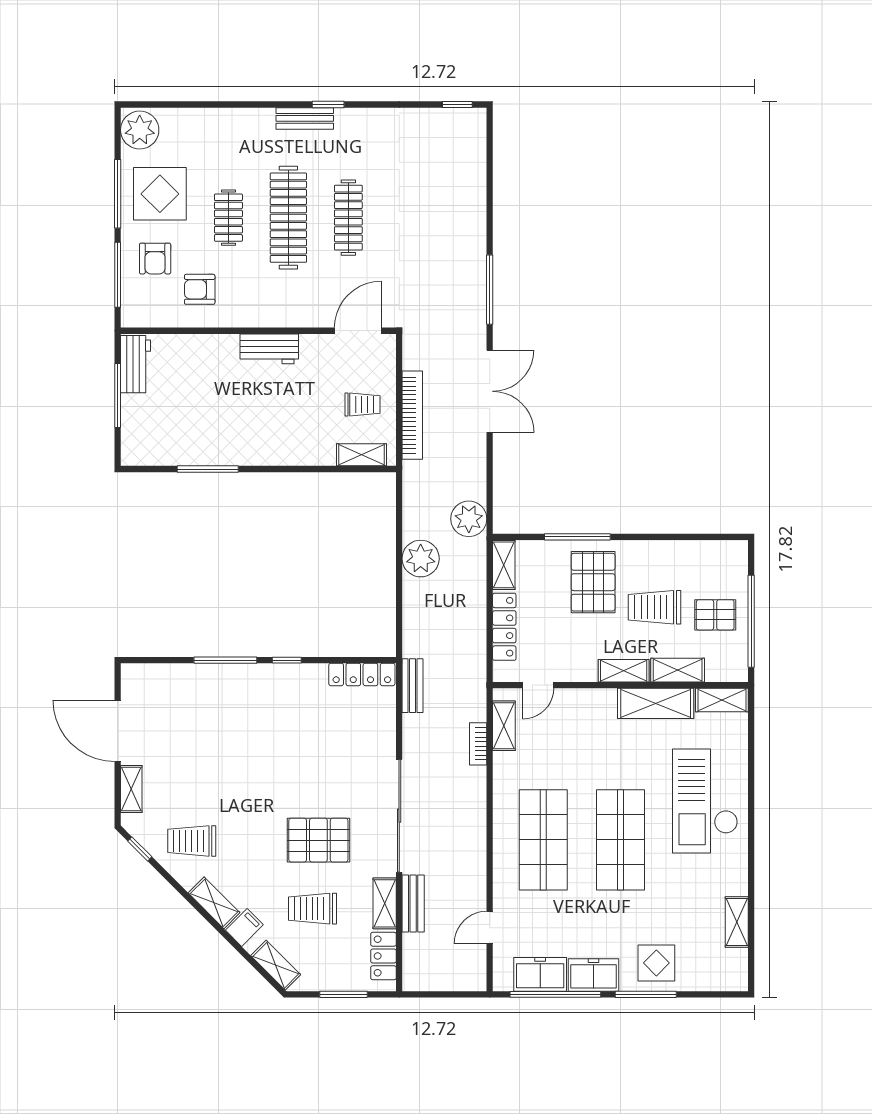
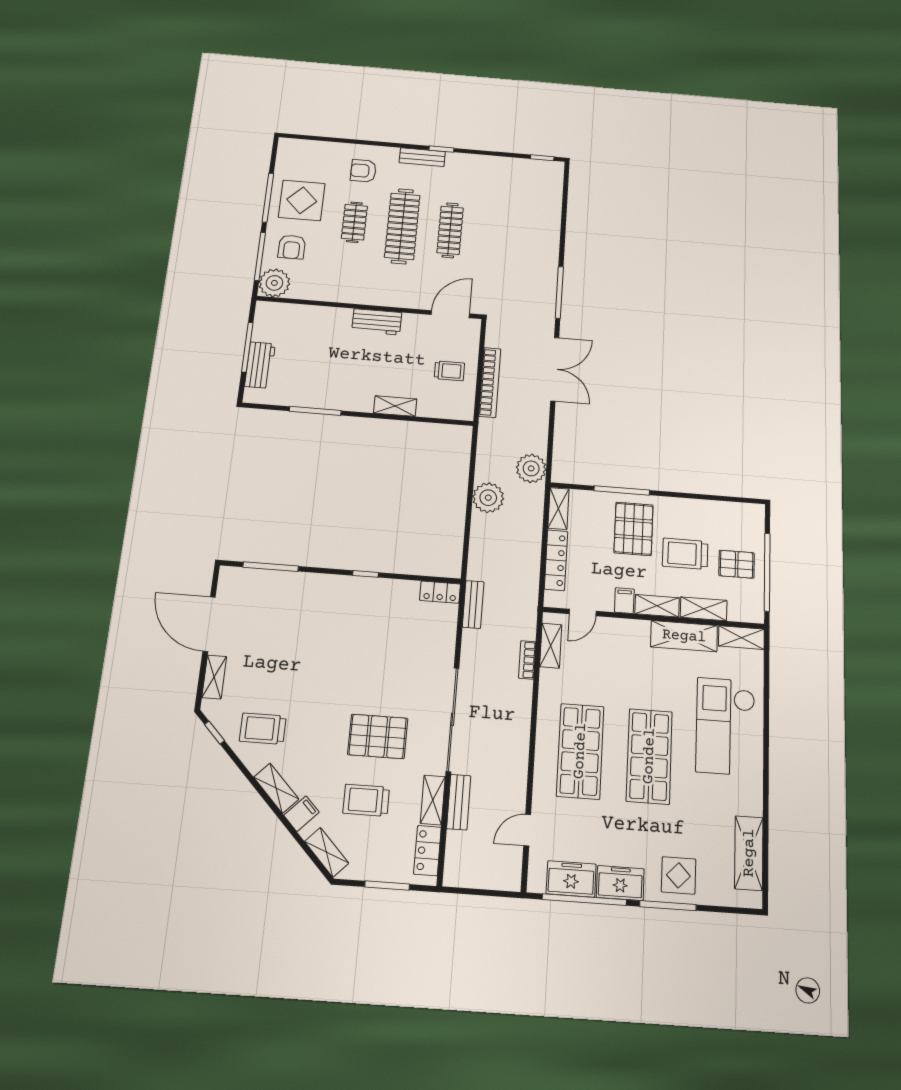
plant: (140, 130) -> (274, 283), moved
armchair: (200, 289) -> (363, 171), moved
workbench: (136, 364) -> (260, 365), moved
shelving: (361, 455) -> (395, 406), moved
window: (225, 660) -> (271, 567), moved
filing cabinet: (586, 668) -> (624, 601), added
locker: (362, 674) -> (440, 592), width x0.66
shelving: (737, 922) -> (749, 853), width x1.50, depth x1.33

